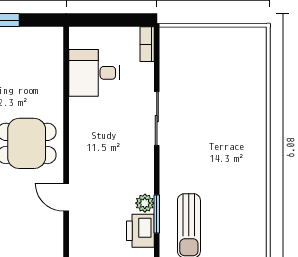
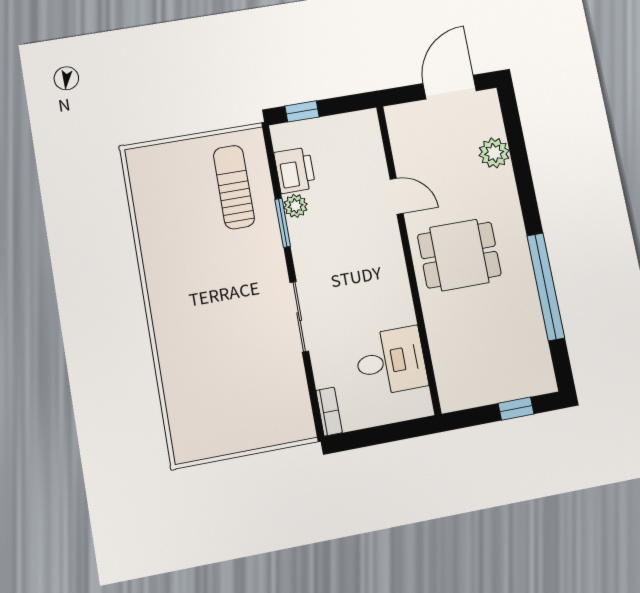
window: (157, 214) -> (283, 223), moved

